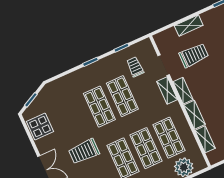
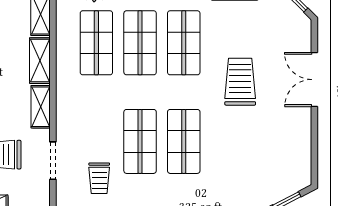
shelving: (167, 90) -> (66, 118), removed
display table: (40, 126) -> (292, 152), removed
trolley: (84, 151) -> (240, 82), turned -90

